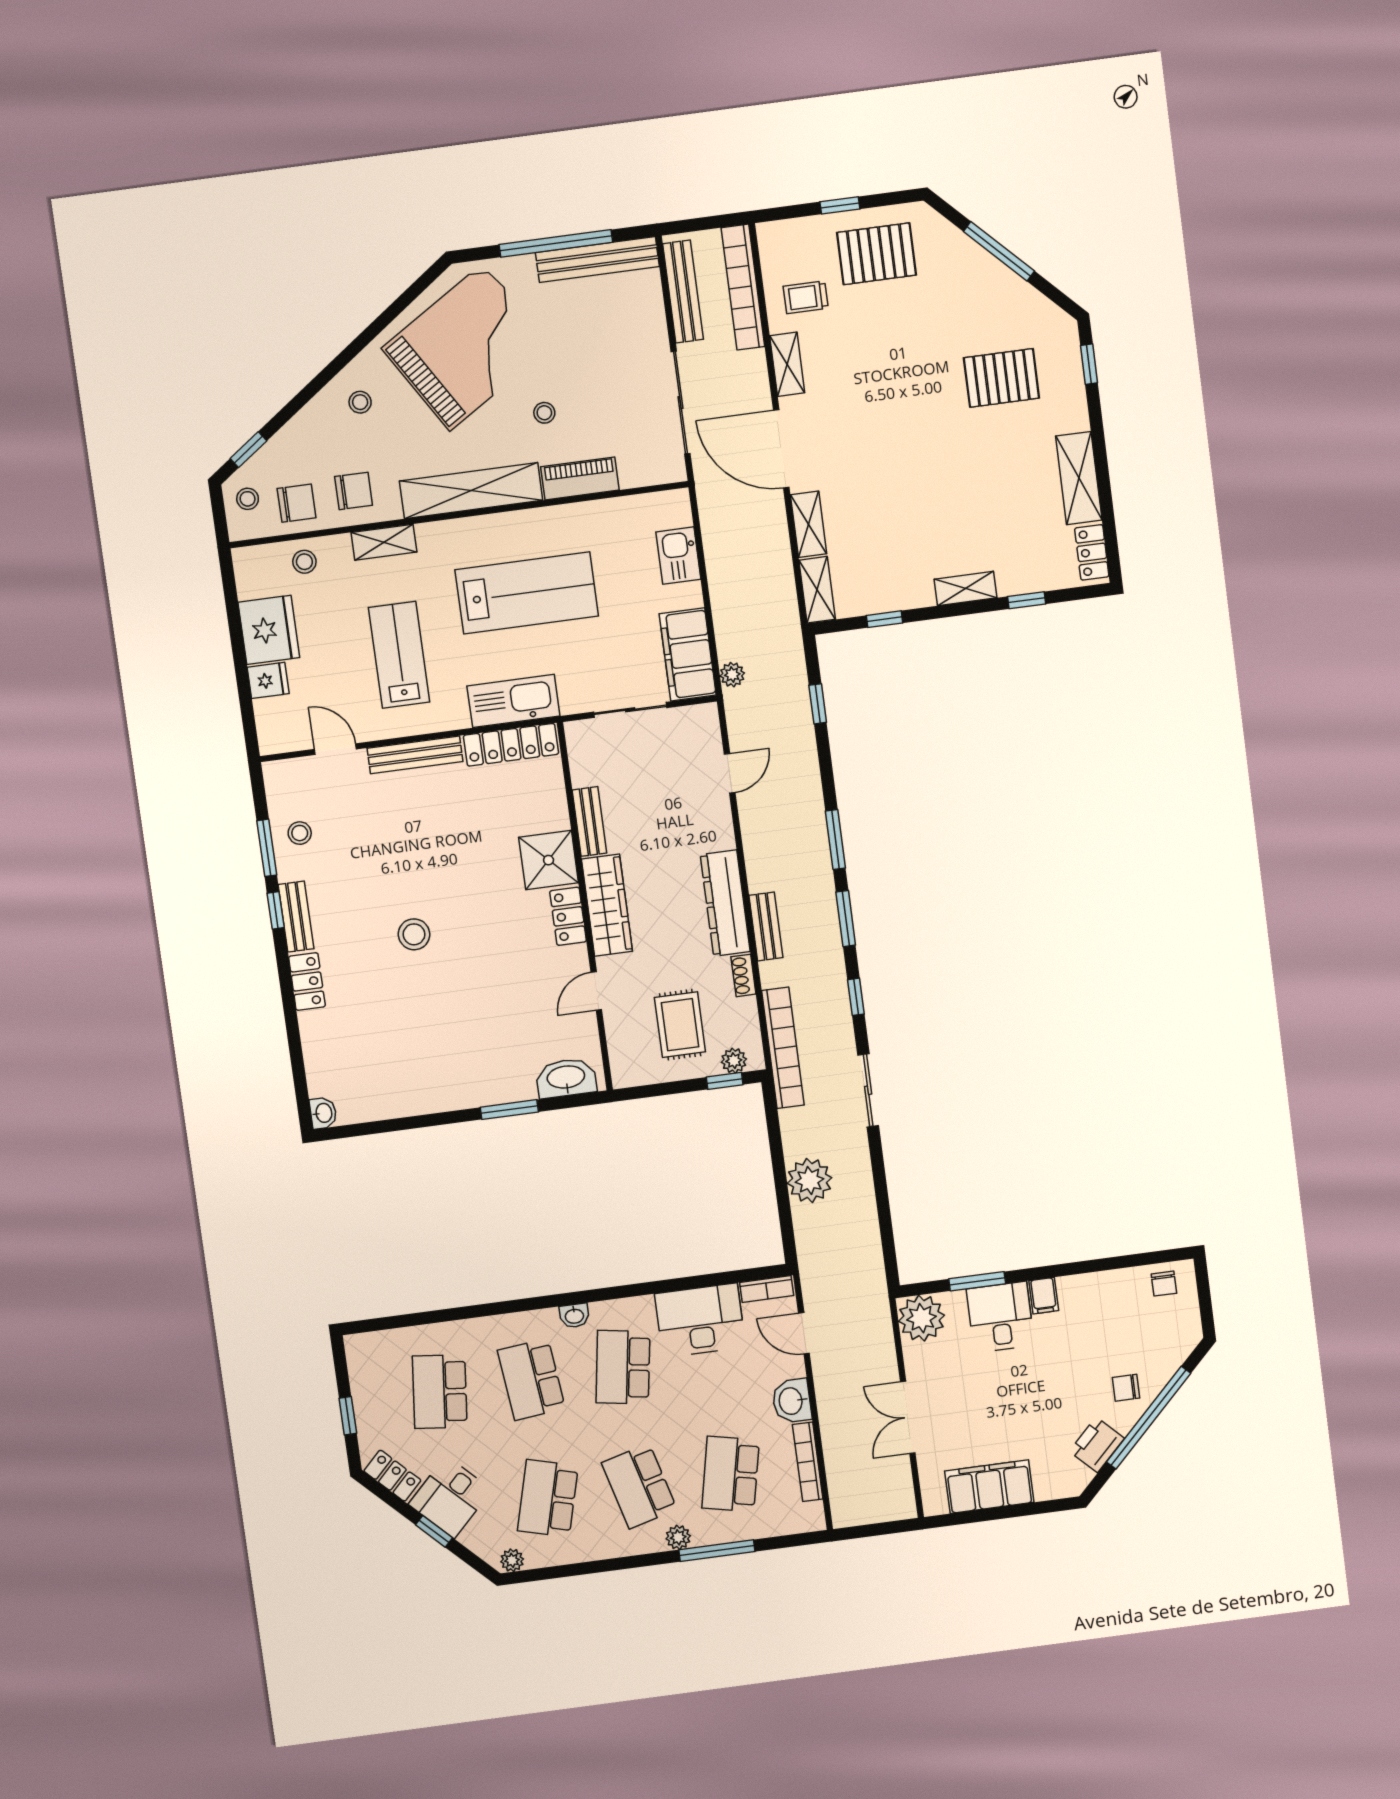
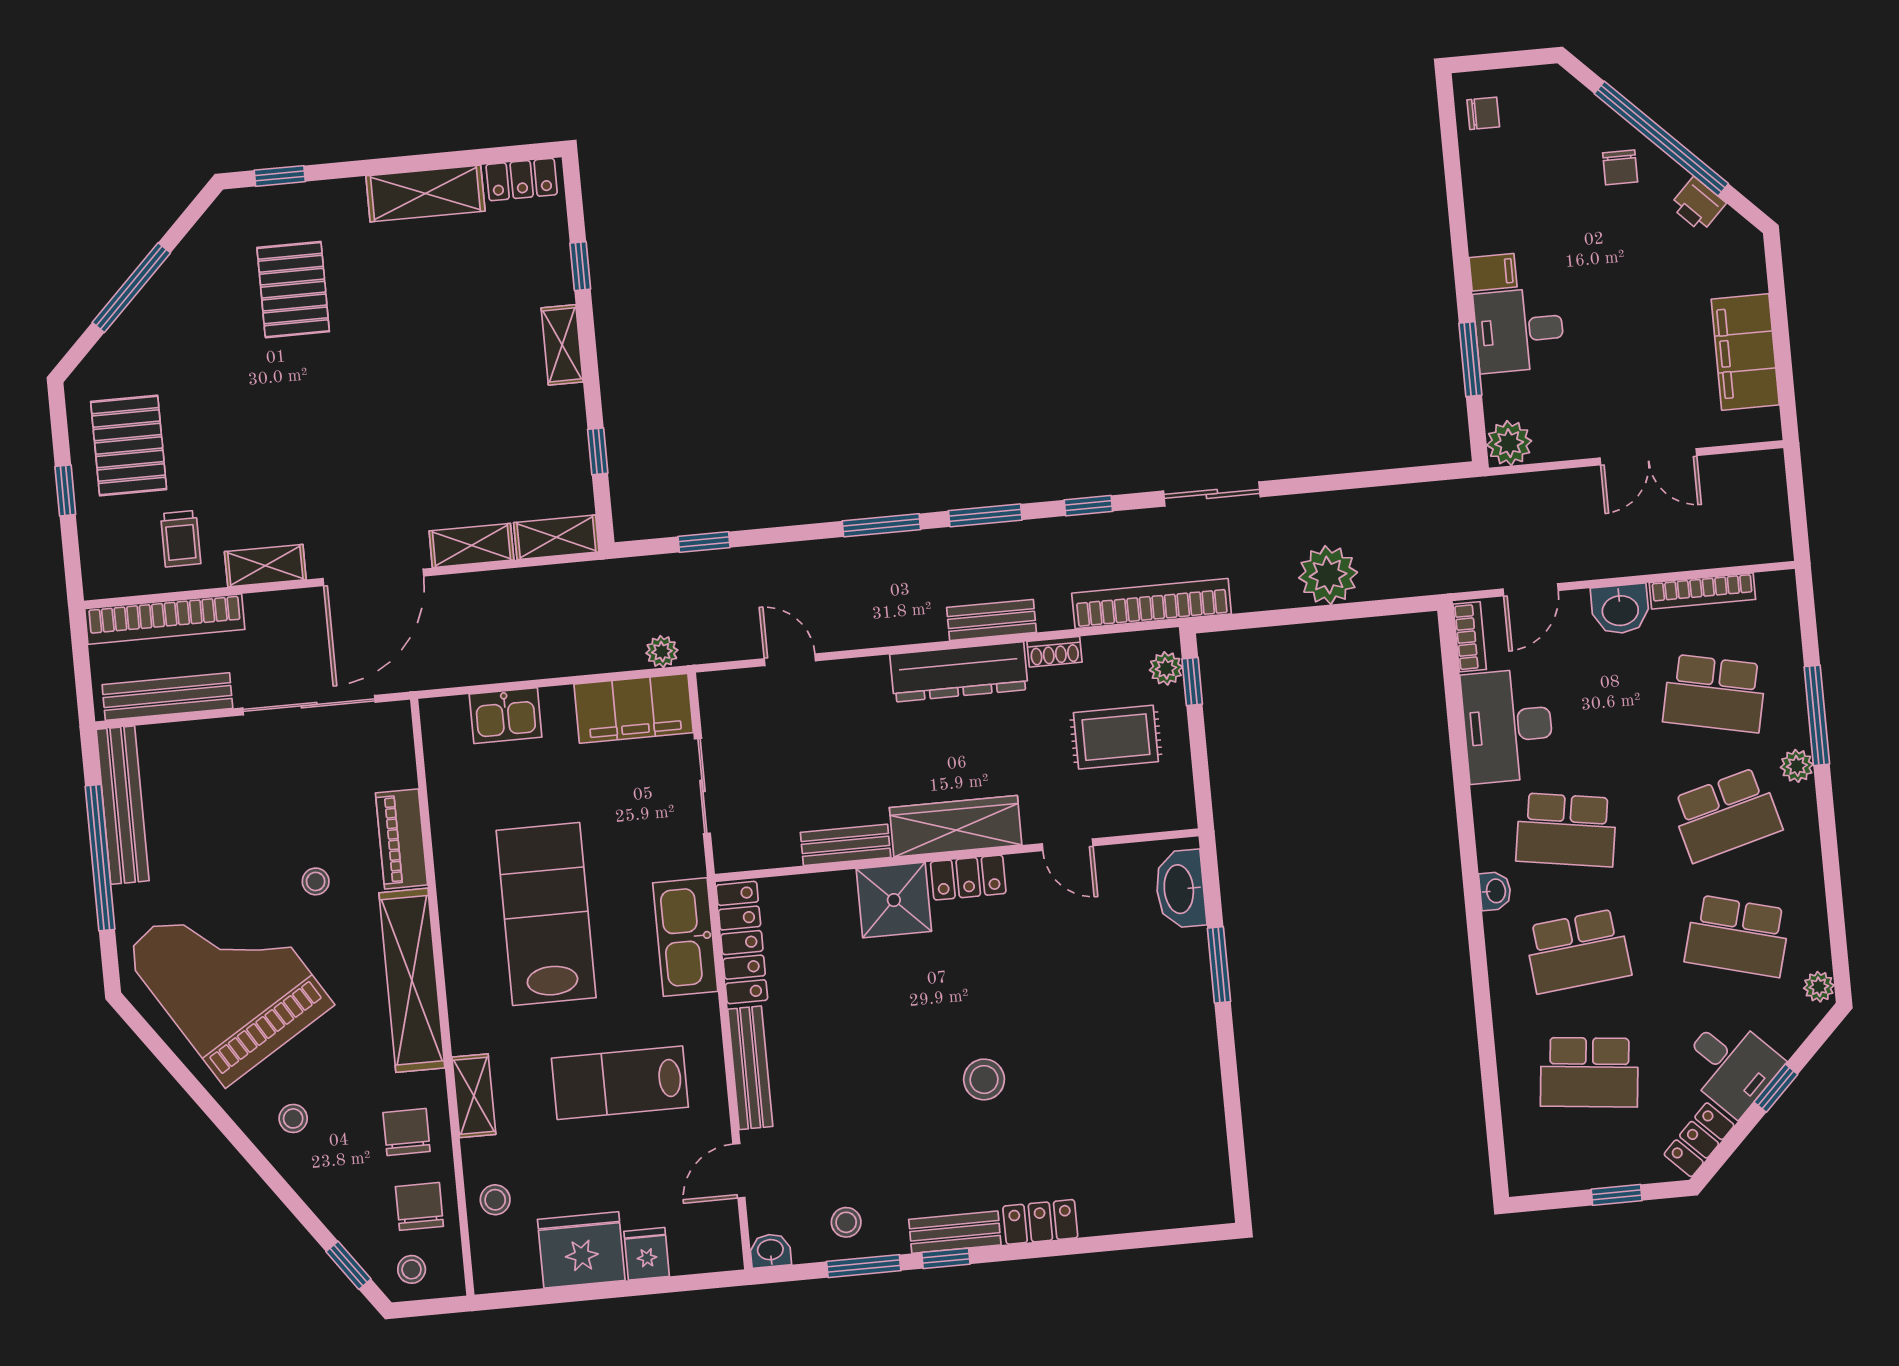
washbasin: (323, 1113) -> (770, 1251), moved
plant: (921, 1318) -> (1509, 443), width x0.73, depth x0.73
printer: (1097, 1445) -> (1698, 205), width x0.73, depth x0.81

